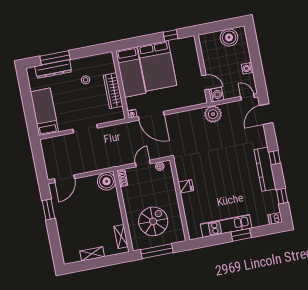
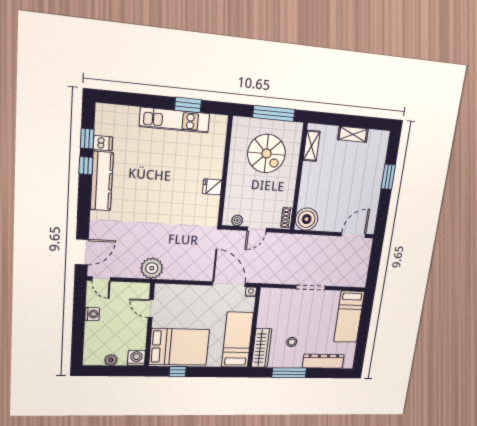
boiler: (229, 37) -> (111, 360), width x0.54, depth x0.54
window: (55, 58) -> (289, 373), moved
bed: (157, 66) -> (179, 347), moved, turned 90
wardrobe: (113, 91) -> (261, 348), moved
washing machine: (216, 95) -> (136, 358), moved, turned 90
window: (275, 157) -> (86, 166), moved
window: (48, 209) -> (388, 177), moved
dishwasher: (275, 218) -> (103, 143), moved
spiral stairs: (153, 221) -> (266, 154), turned -90
window: (241, 235) -> (188, 105), moved

